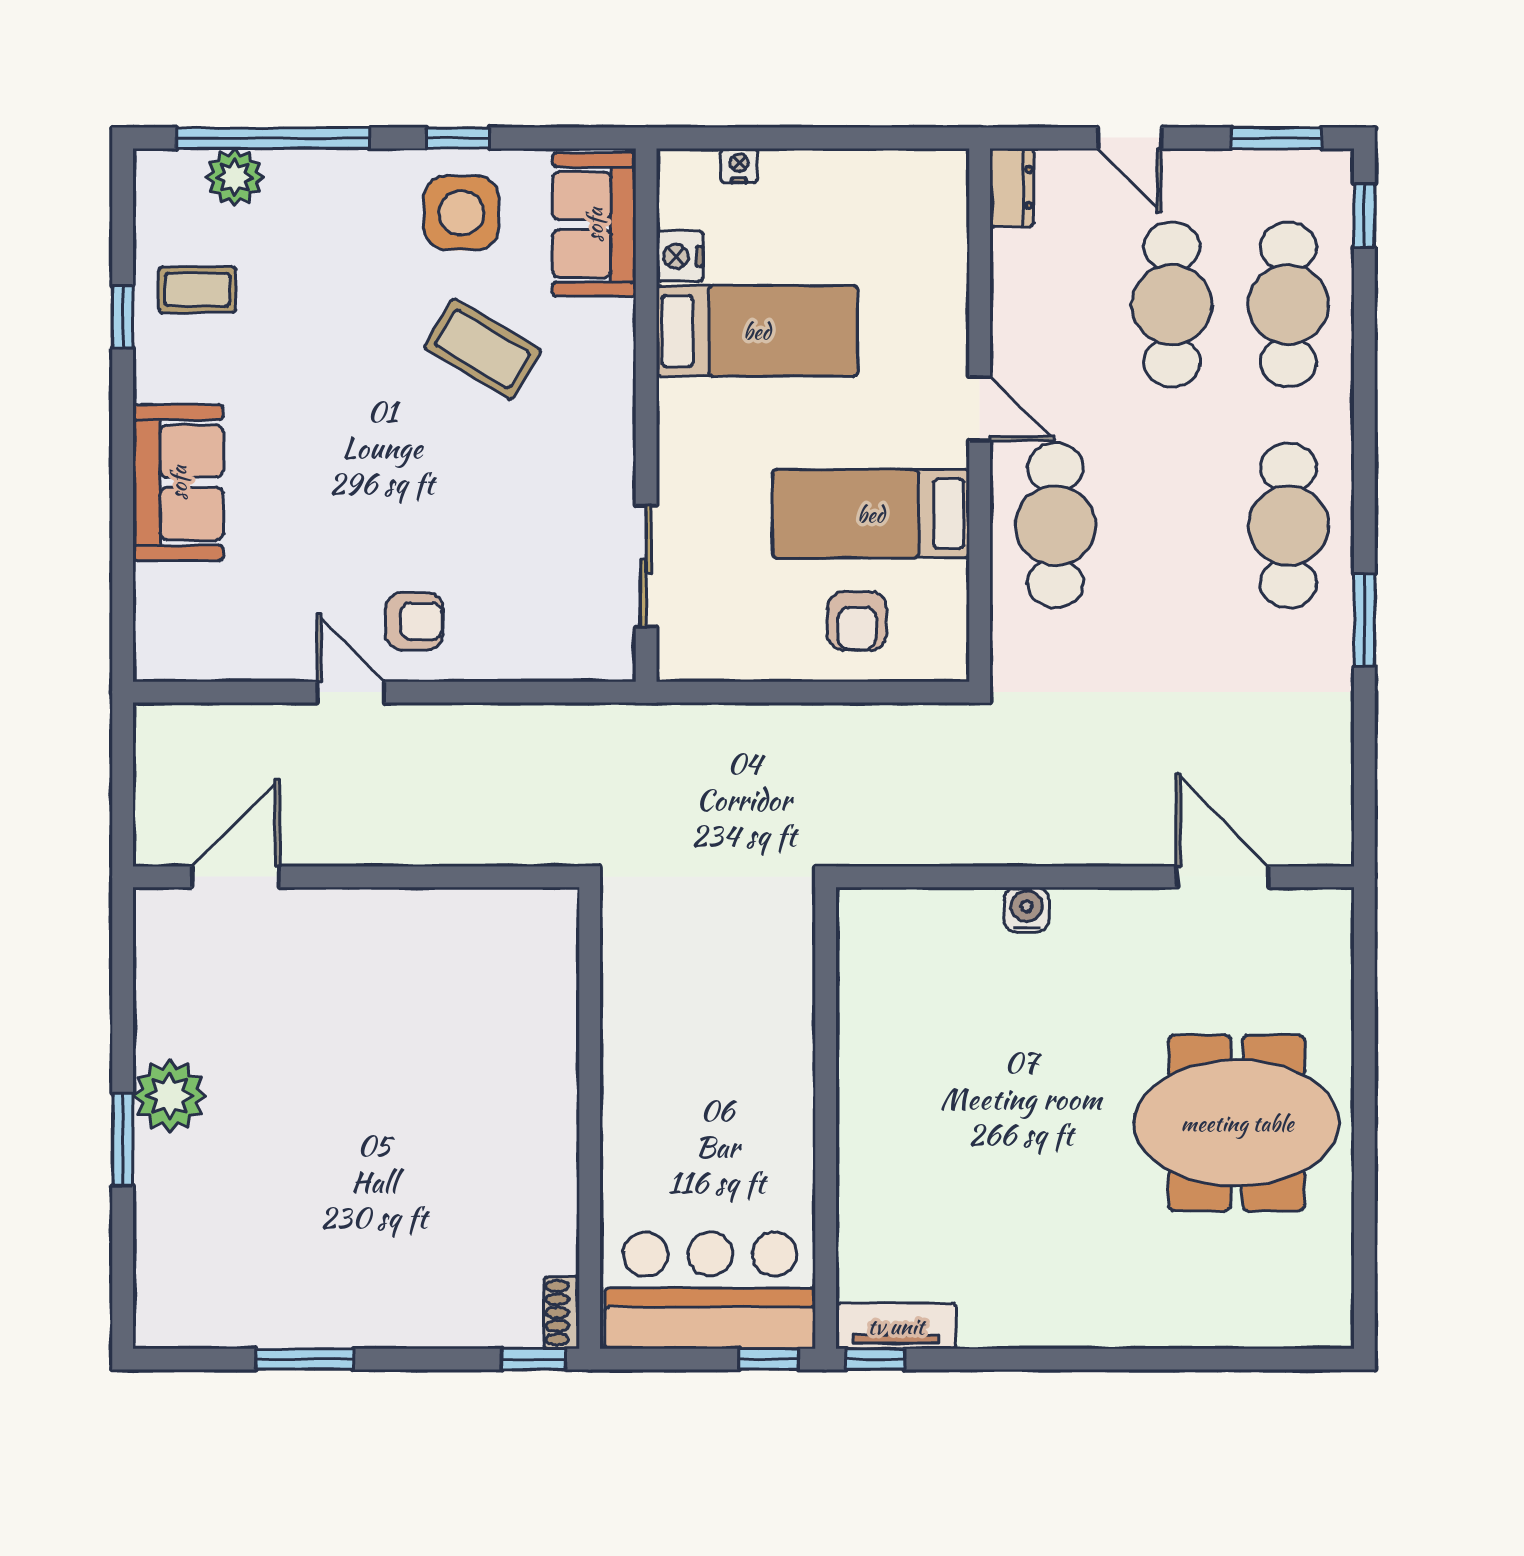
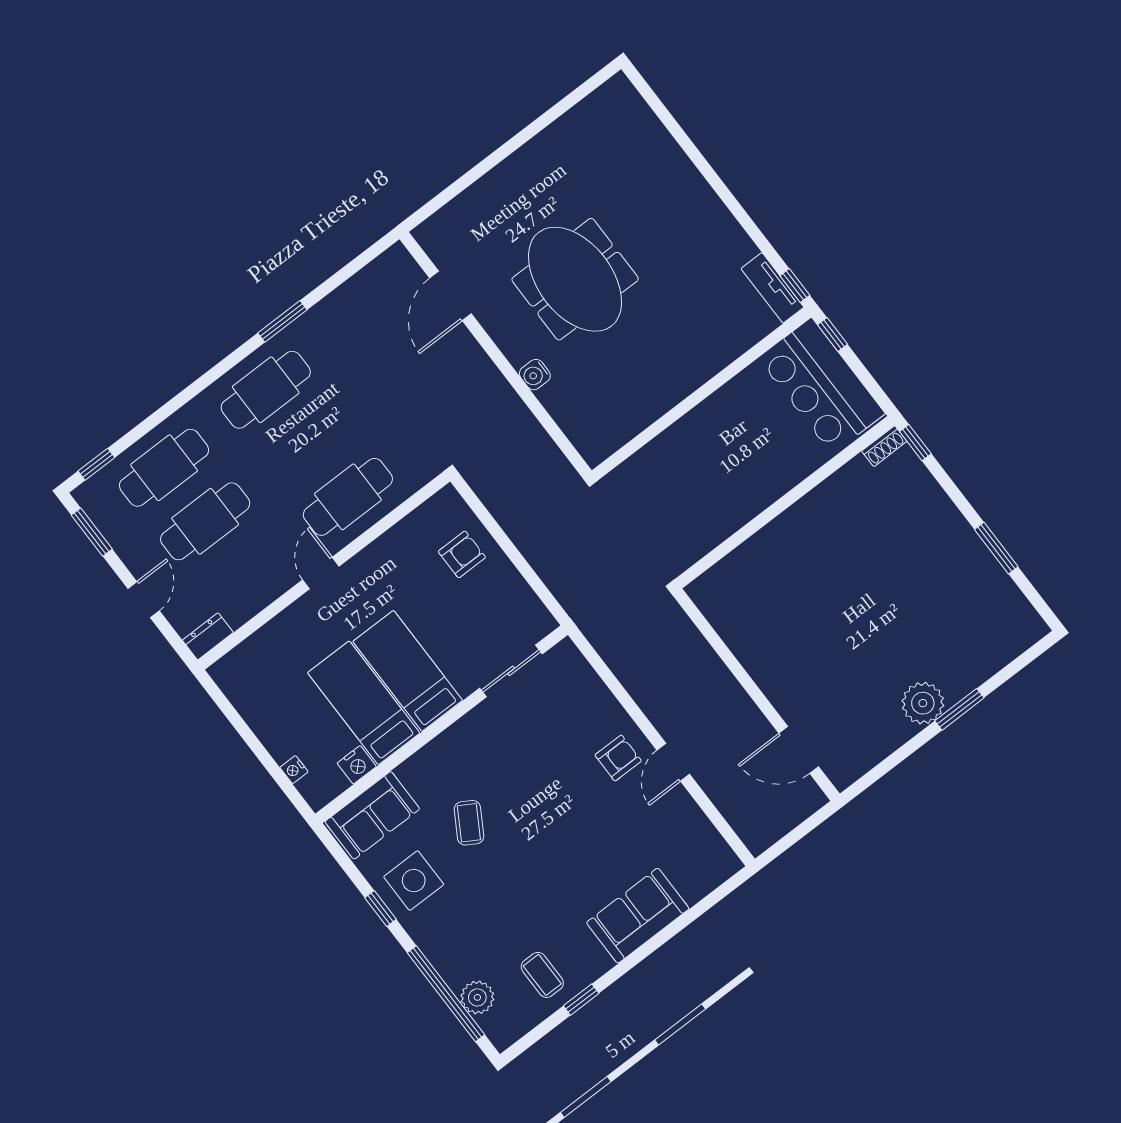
coffee table: (482, 349) -> (469, 823), width x0.73, depth x0.77
bed: (871, 514) -> (408, 671), moved, turned 180
armchair: (414, 621) -> (618, 758), turned 90
meeting table: (1237, 1123) -> (575, 279), moved

